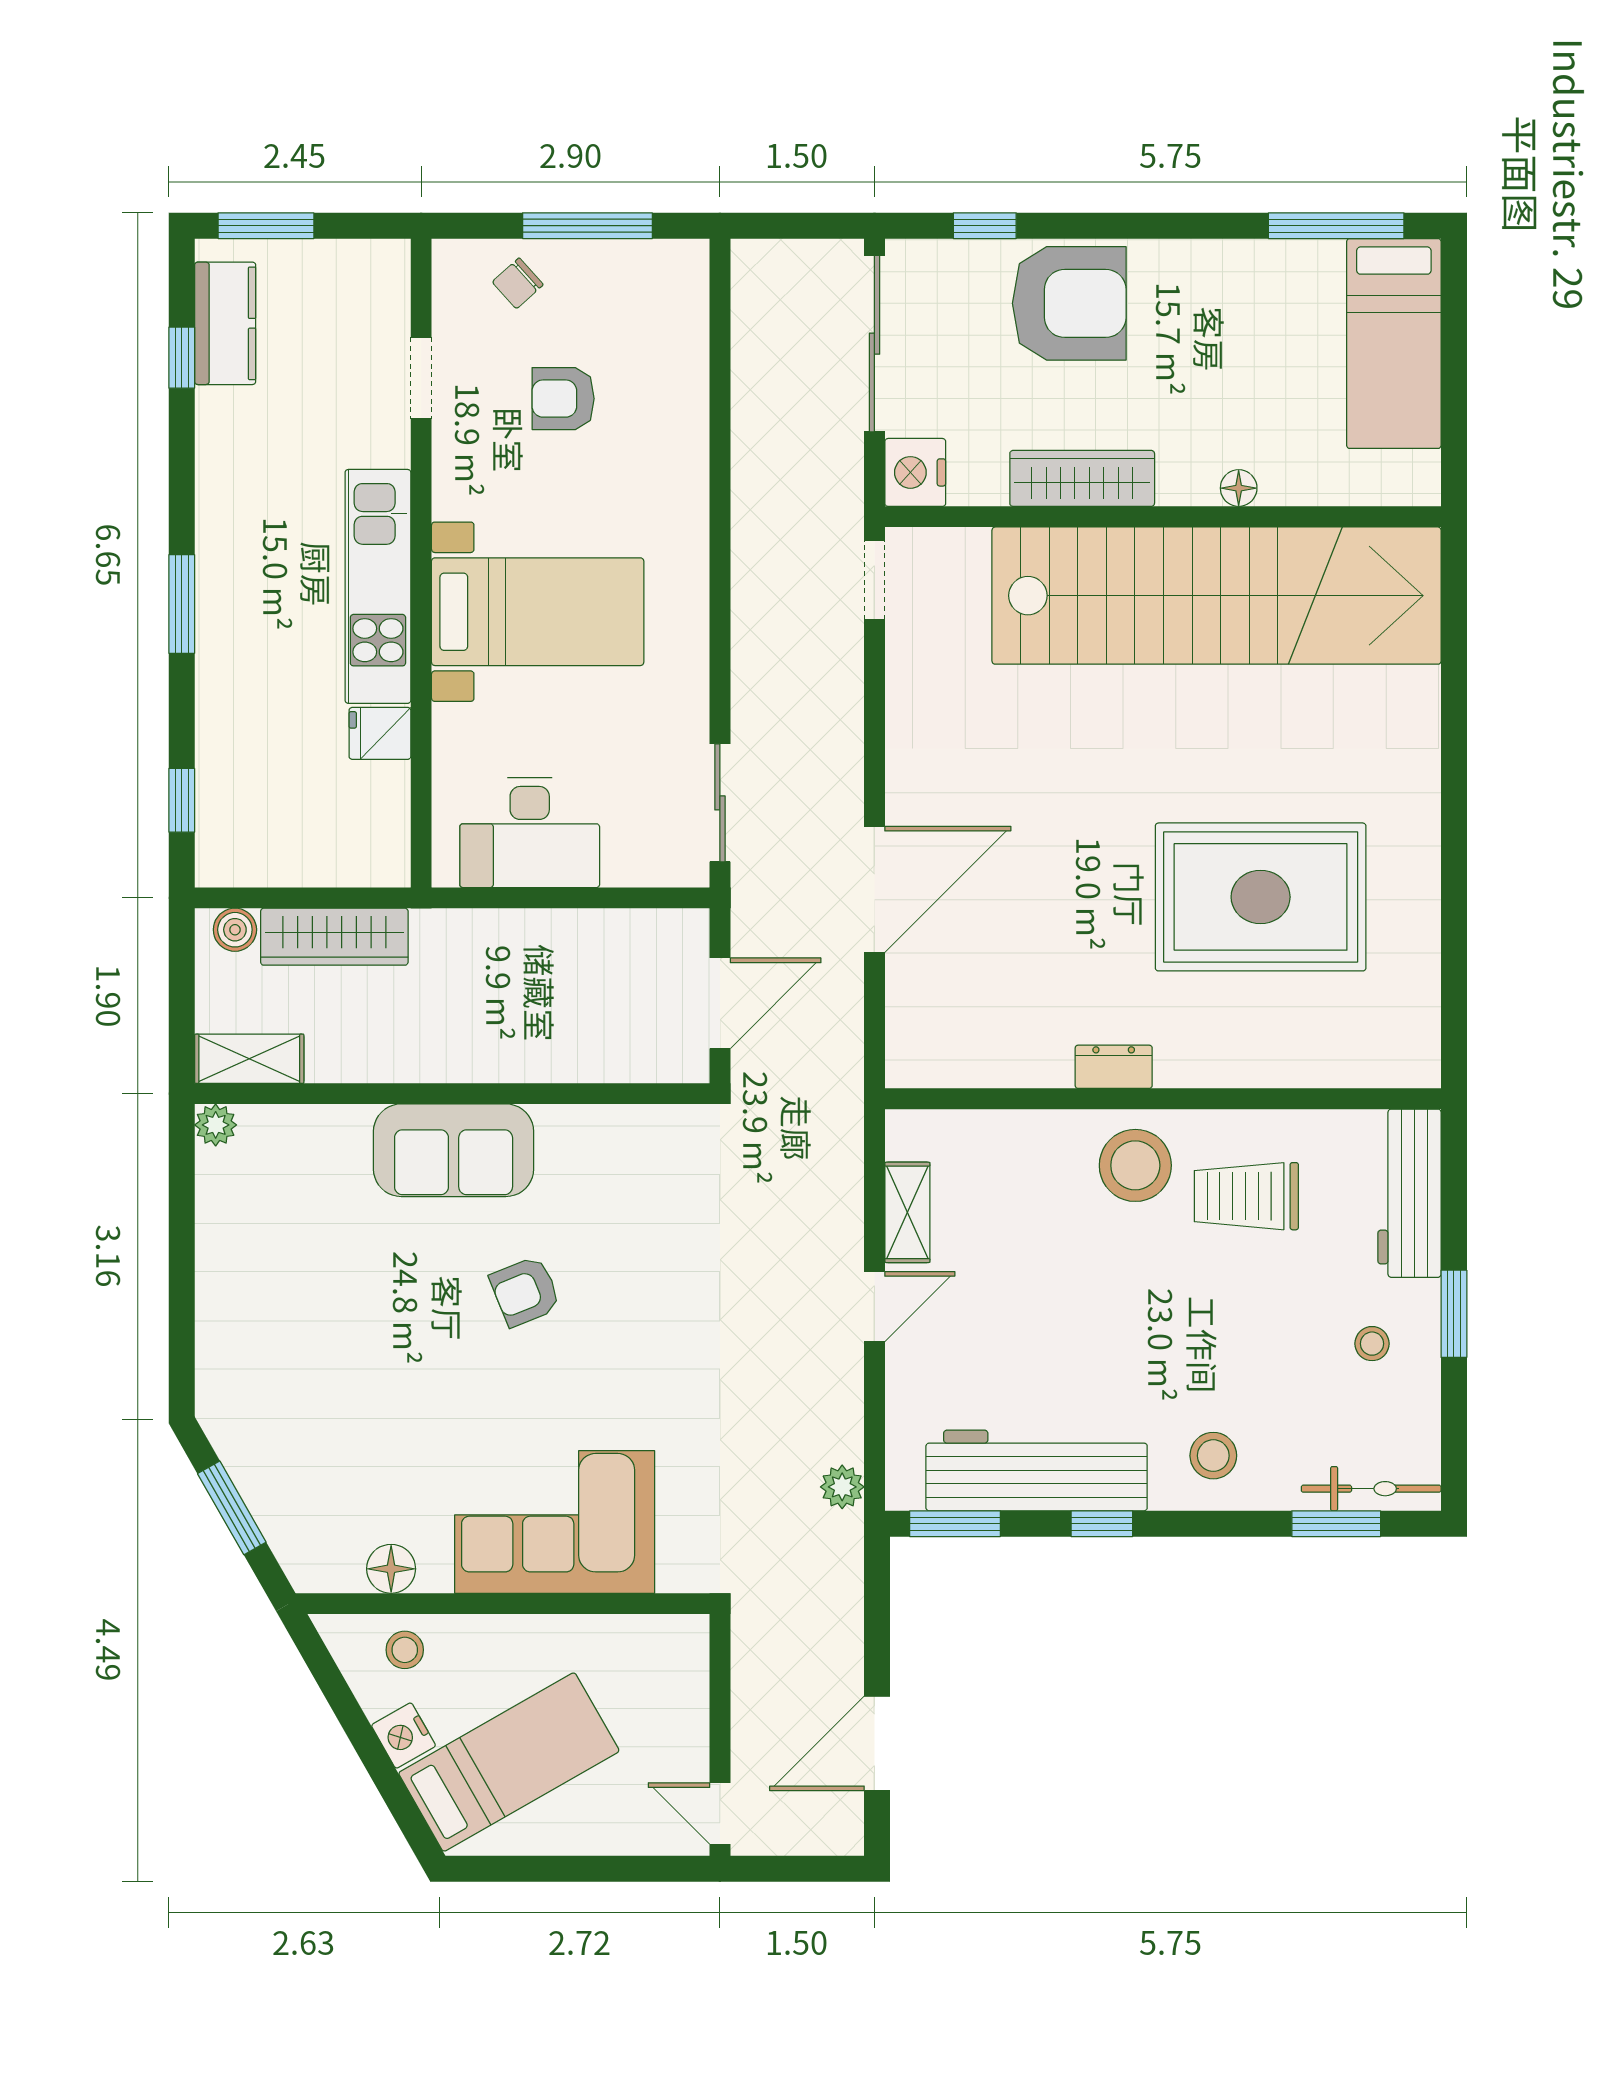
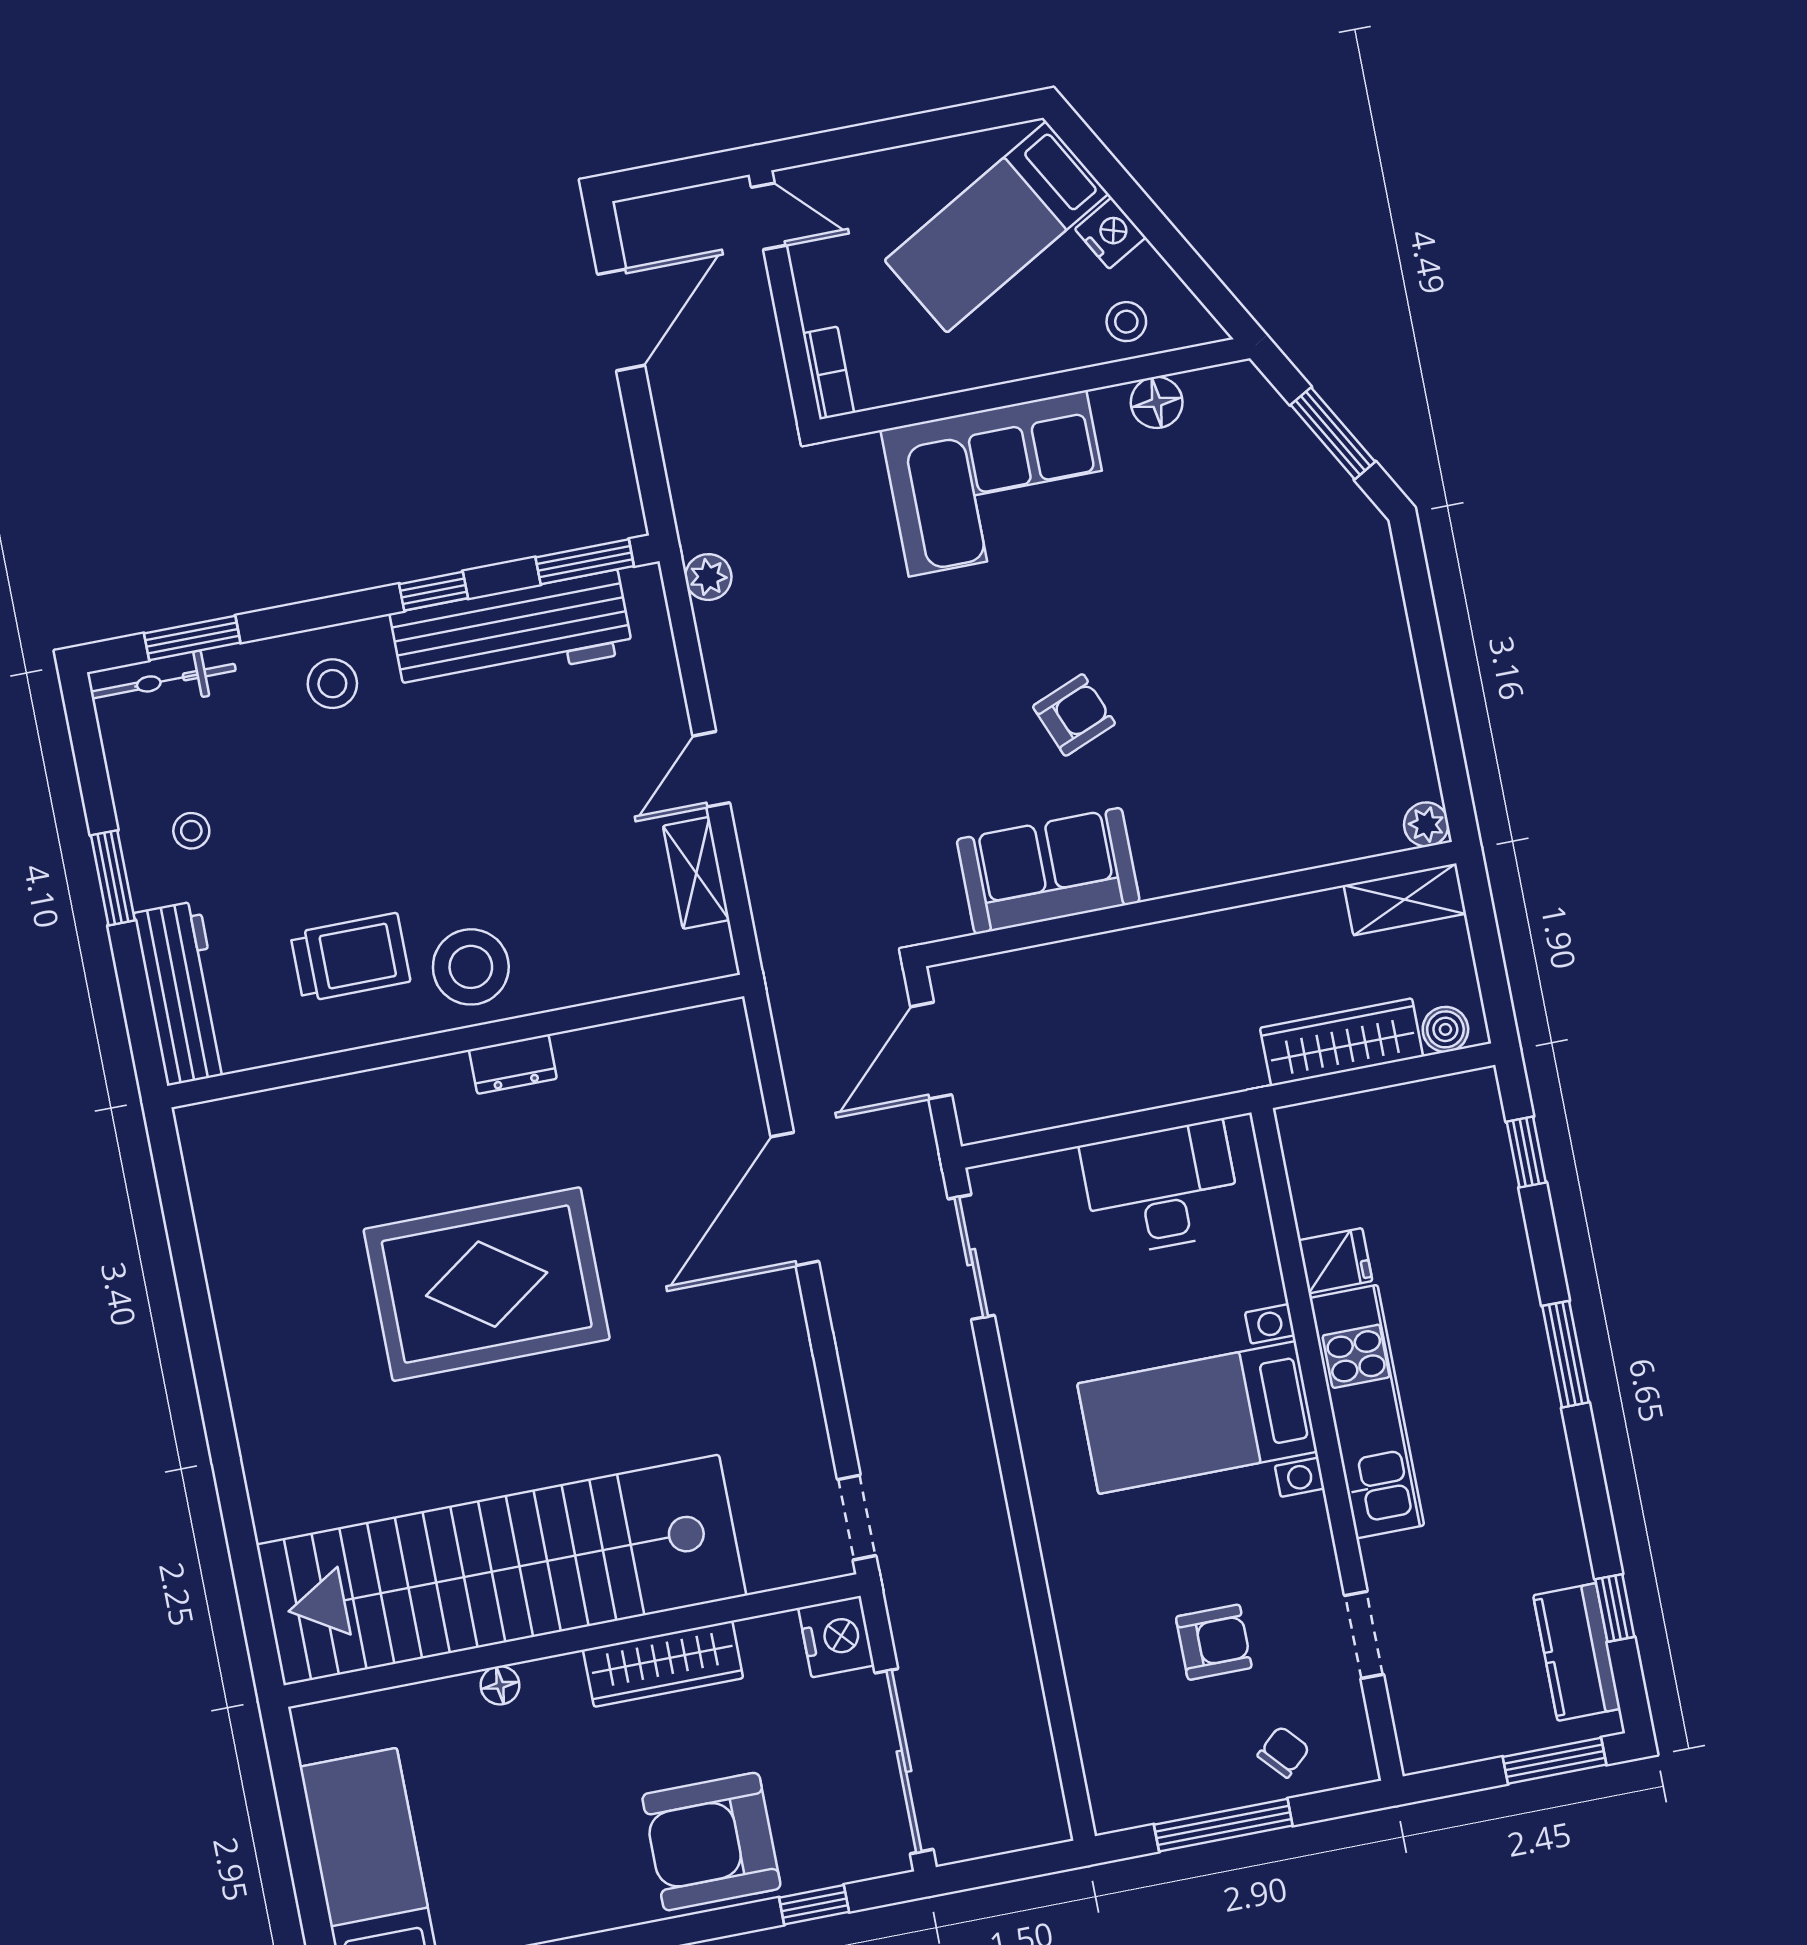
rug: (1261, 897) -> (487, 1284), moved
sofa: (454, 1150) -> (1048, 871), moved
bookcase: (693, 1656) -> (828, 373), added

